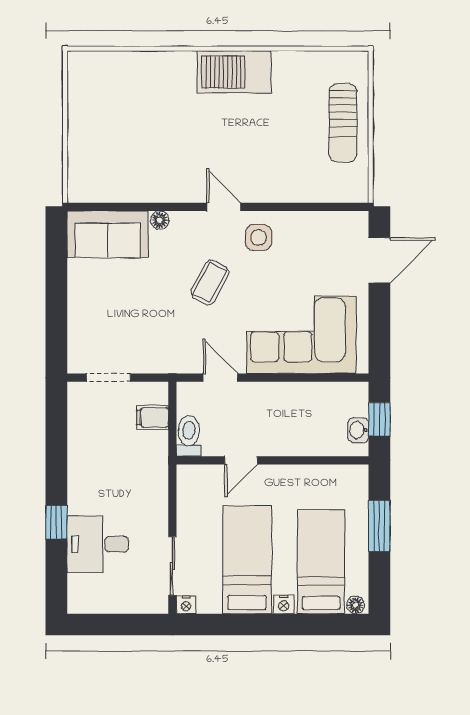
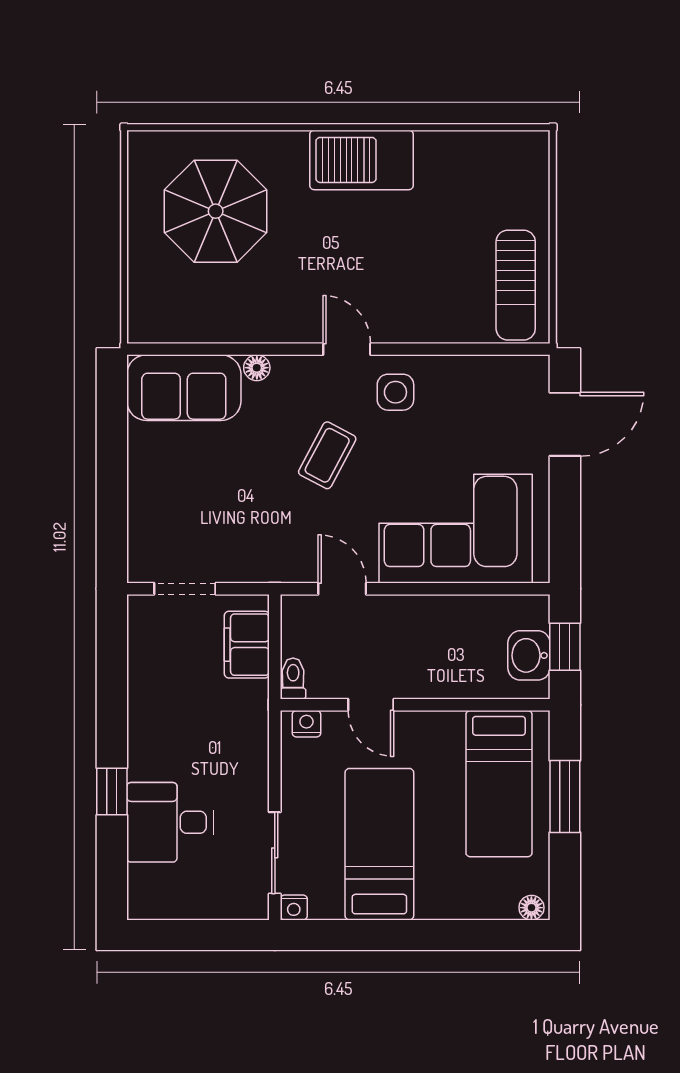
parasol: (130, 108) -> (216, 211), added
sun lounger: (343, 123) -> (516, 285), moved
filing cabinet: (153, 418) -> (247, 645), width x2.00
washbasin: (358, 430) -> (529, 655), width x1.38, depth x1.45
toilet: (189, 436) -> (293, 679), width x0.73, depth x0.72
door: (241, 460) -> (371, 705), hinge flipped
bed: (321, 562) -> (499, 784), moved, turned 180
nightstand: (284, 604) -> (306, 724), moved, turned 180

